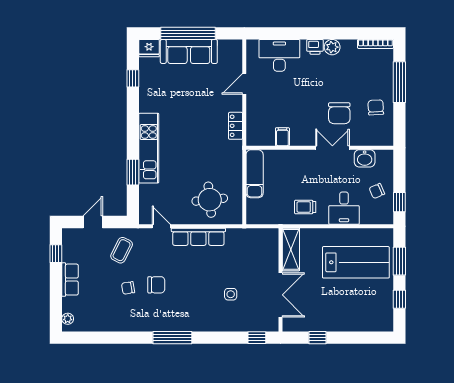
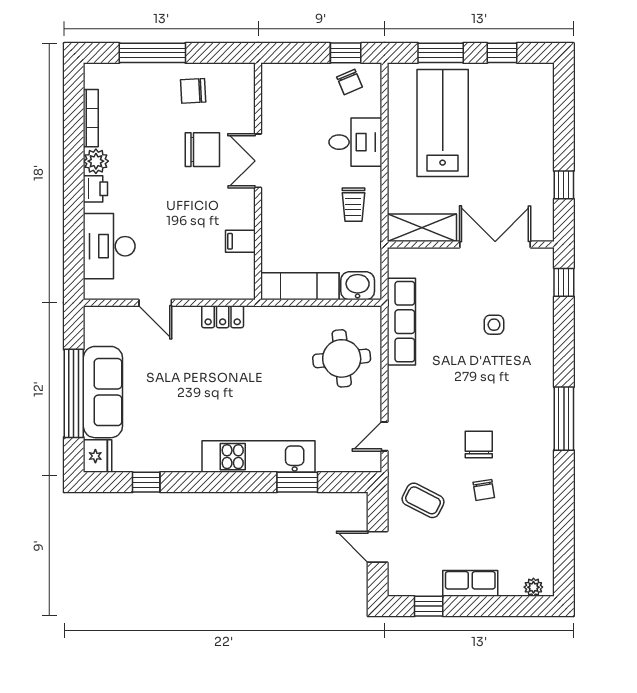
bookcase: (375, 44) -> (91, 118), moved
washbasin: (365, 158) -> (358, 286), moved, turned -90
chair: (377, 191) -> (350, 82), moved
row of seats: (198, 237) -> (401, 322), moved

